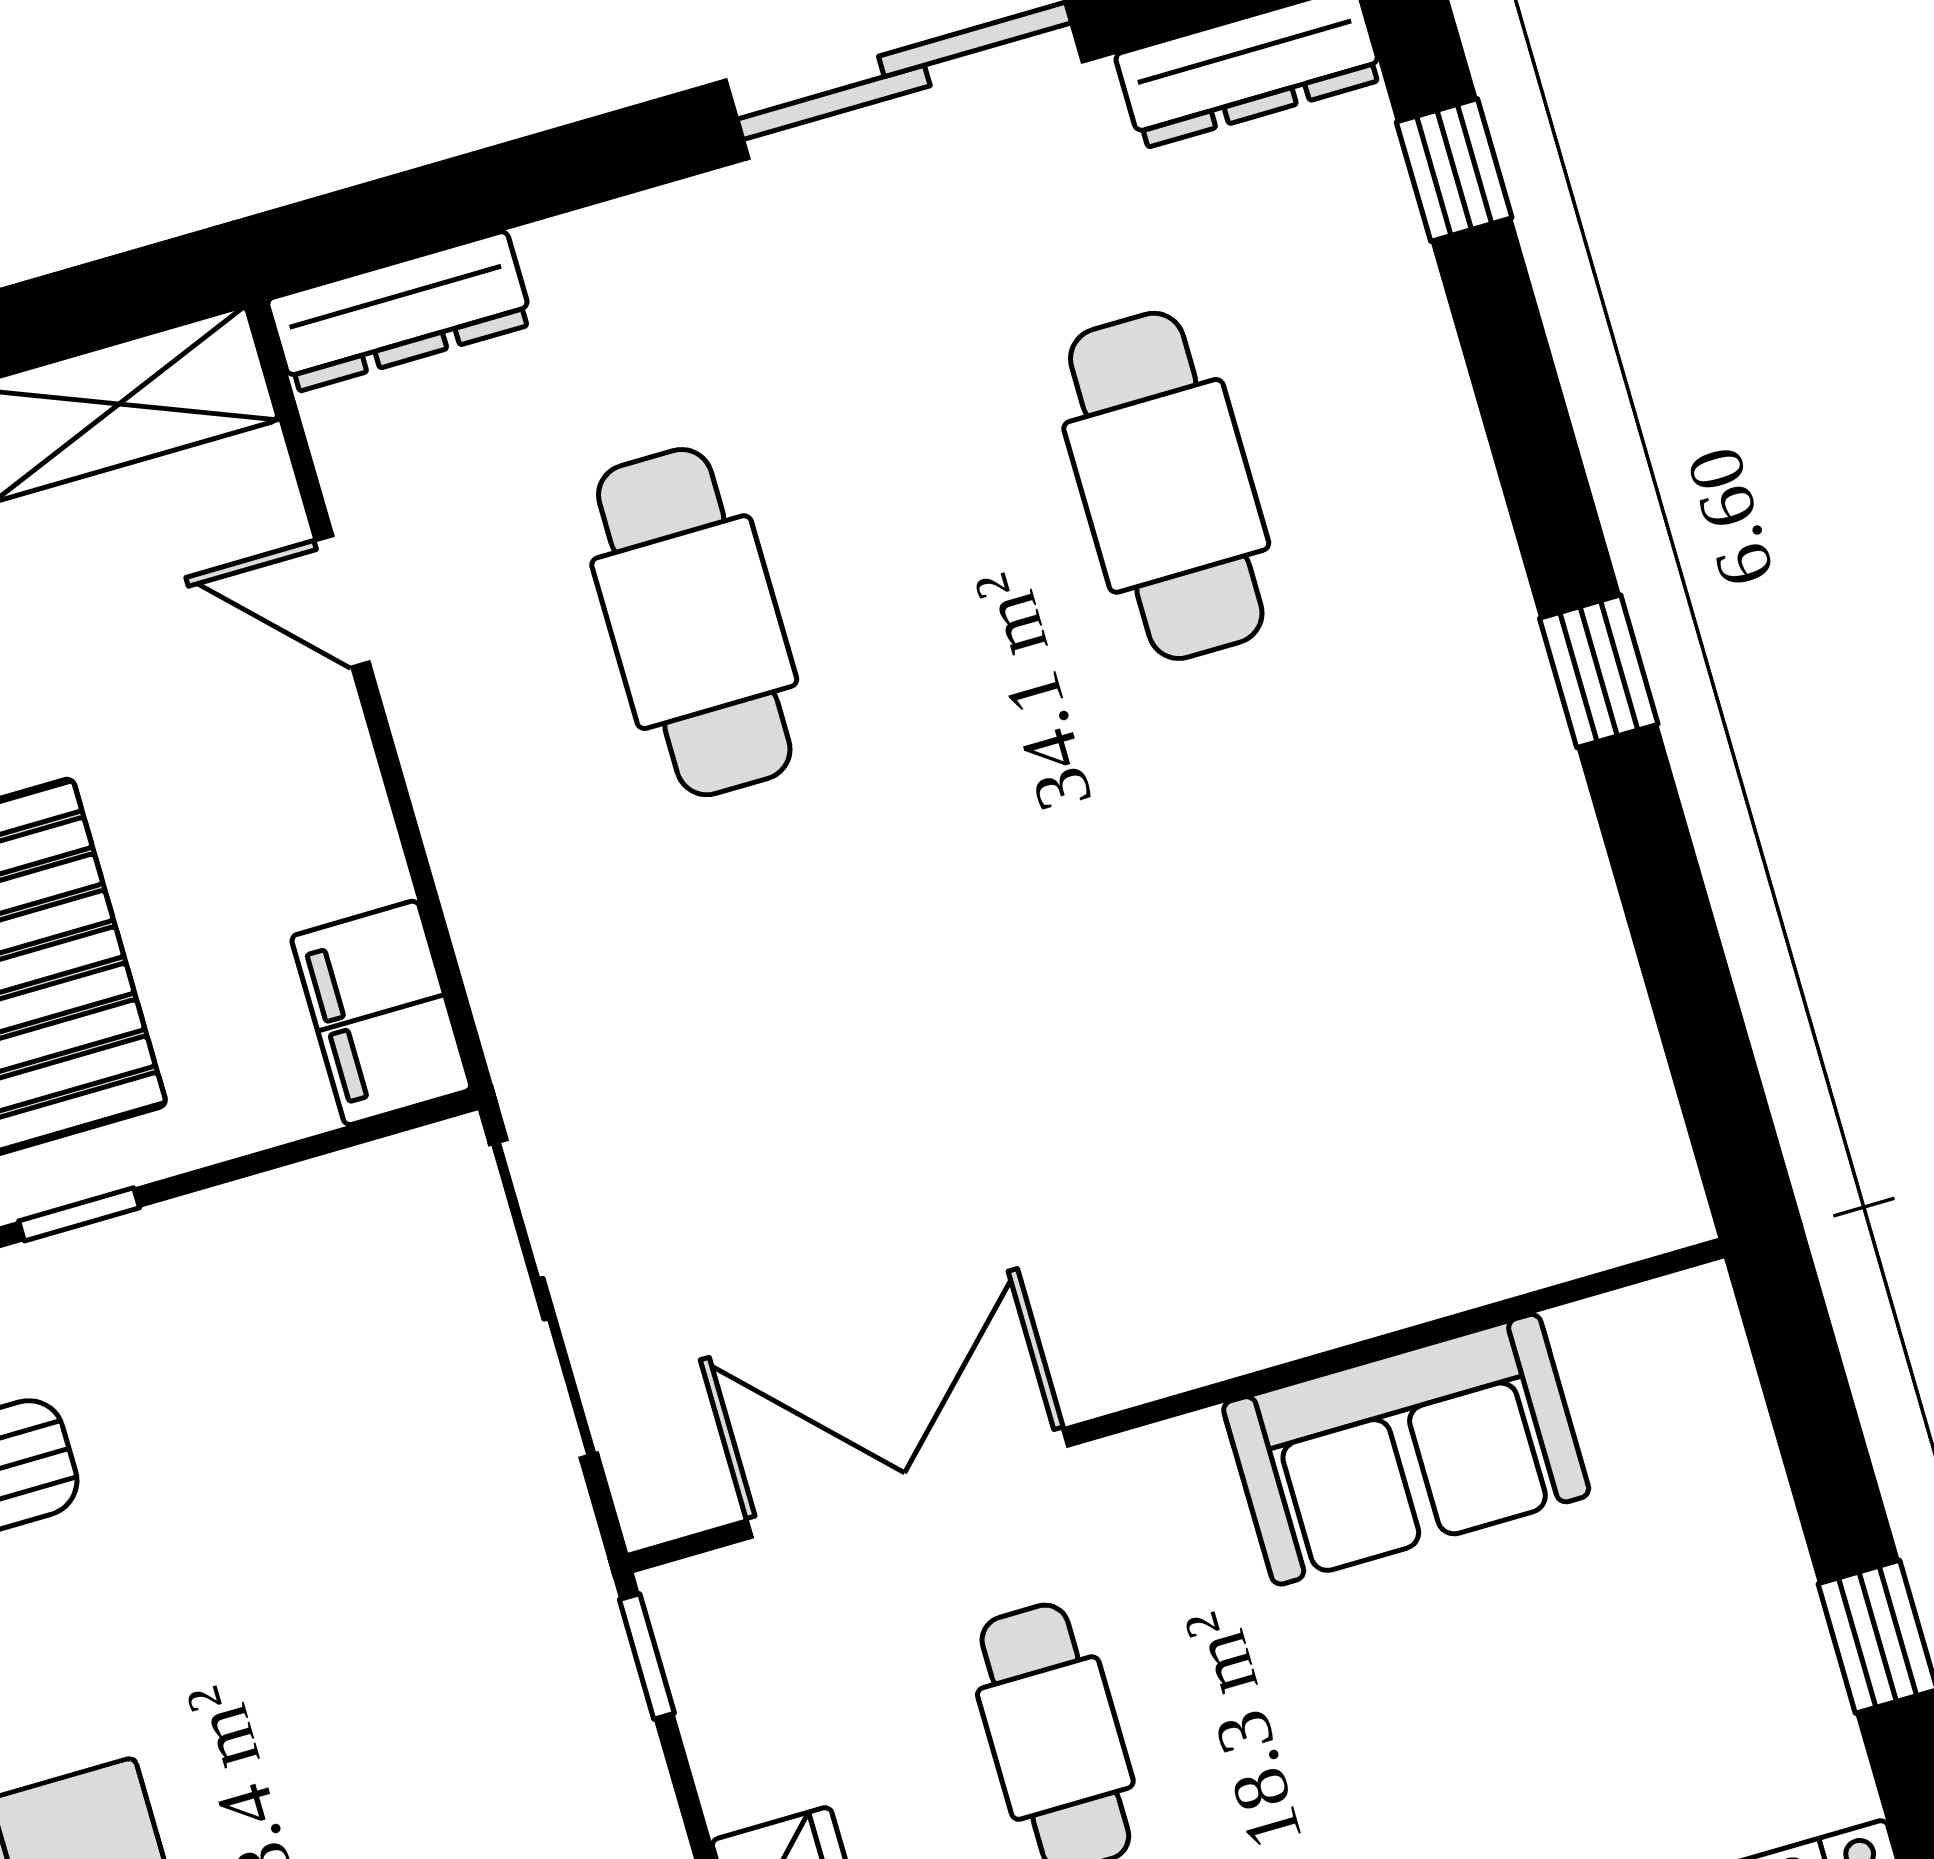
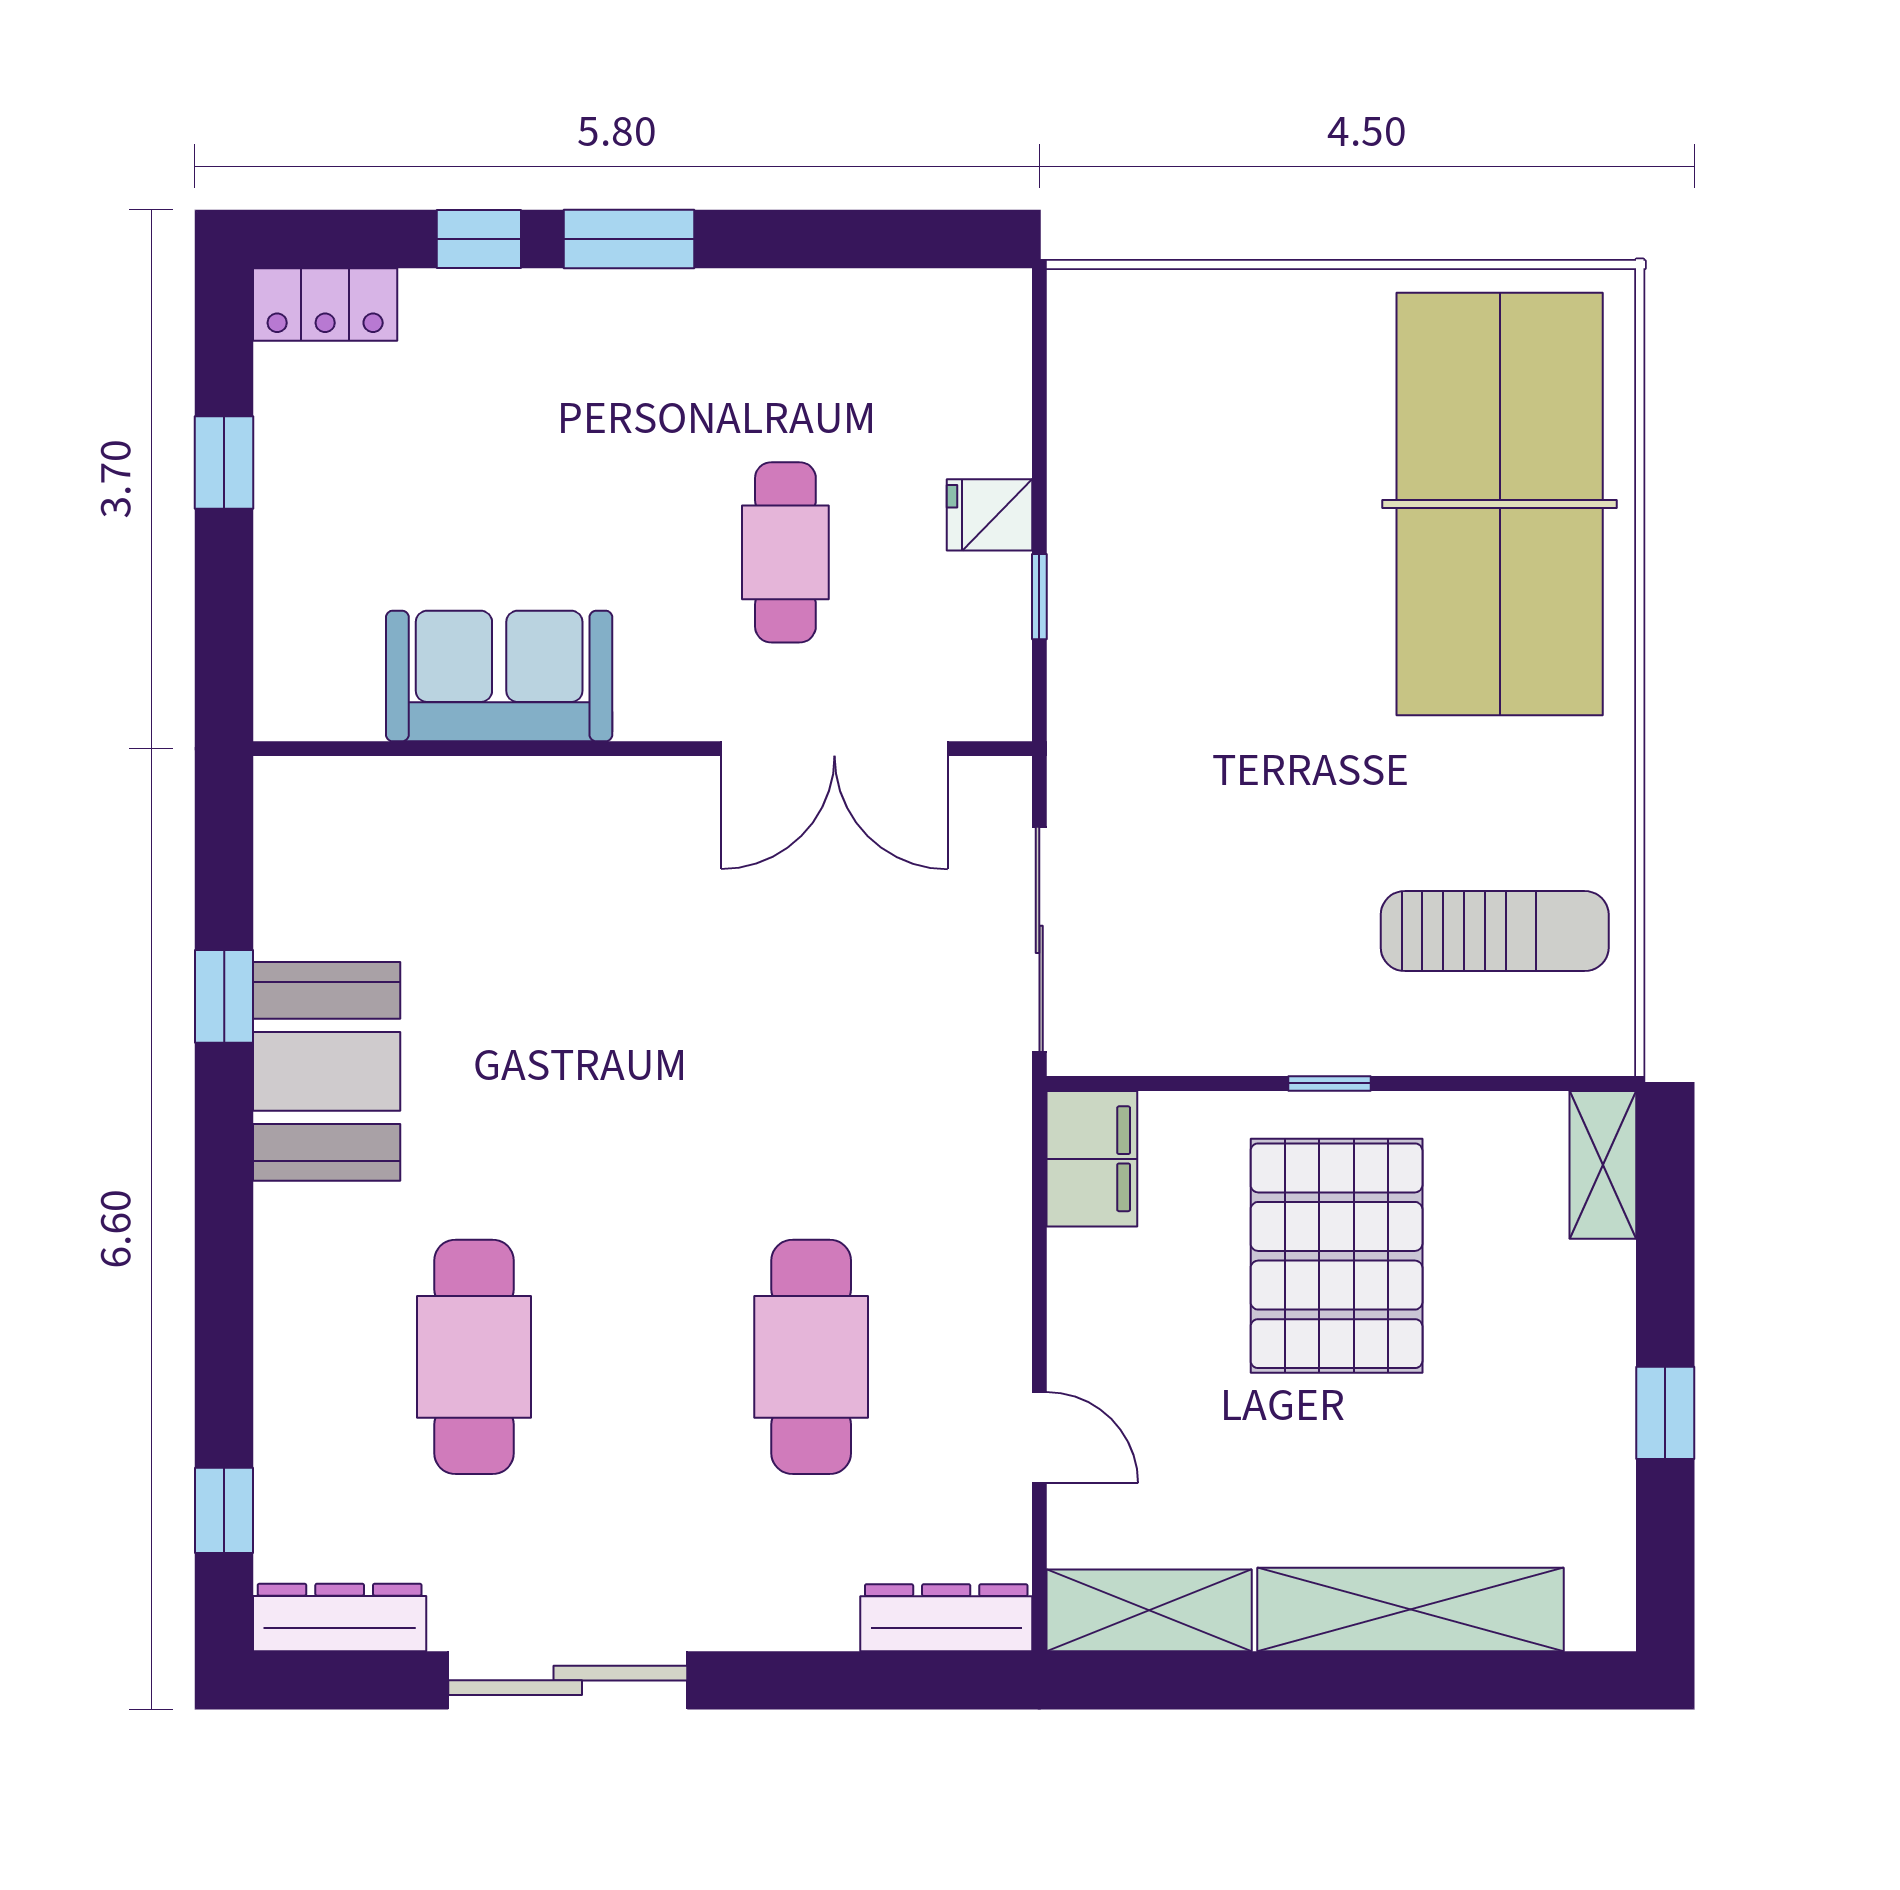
window: (1599, 671) -> (224, 996), moved
booth: (1488, 826) -> (327, 1071), added
window: (647, 1656) -> (1039, 597), moved

